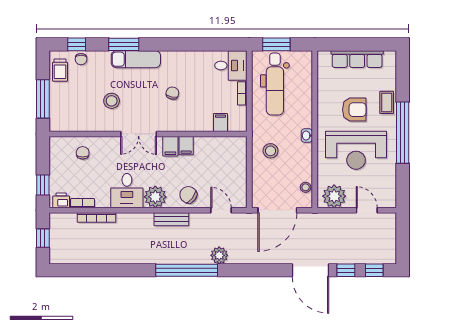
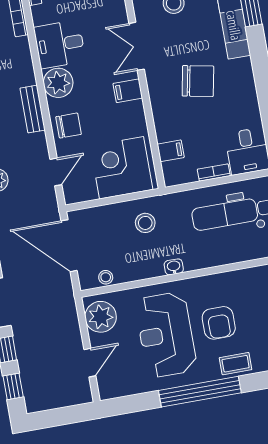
chair: (172, 93) -> (198, 81), width x1.87, depth x1.87
filing cabinet: (186, 146) -> (132, 111), removed
corner desk: (227, 161) -> (122, 168), added
chair: (188, 195) -> (69, 126), turned 53

